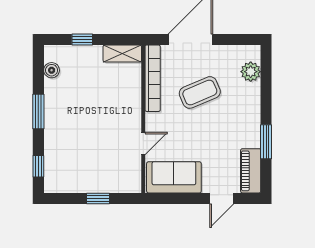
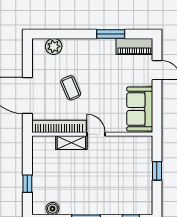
shelving: (122, 53) -> (71, 143), moved, turned 90
coffee table: (200, 92) -> (71, 88), width x0.73, depth x0.77
door: (143, 144) -> (96, 134), moved

